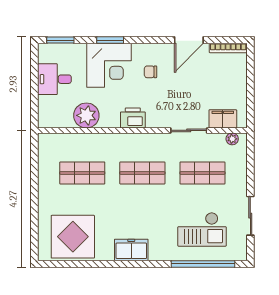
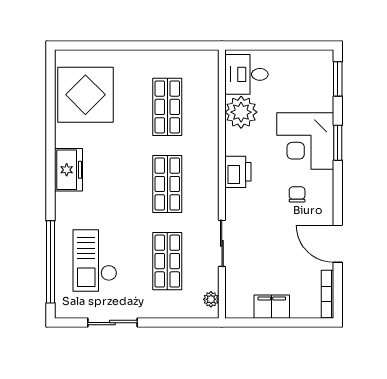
desk: (54, 79) -> (246, 74), moved, turned -90
filing cabinet: (223, 119) -> (272, 307), moved, turned -90

